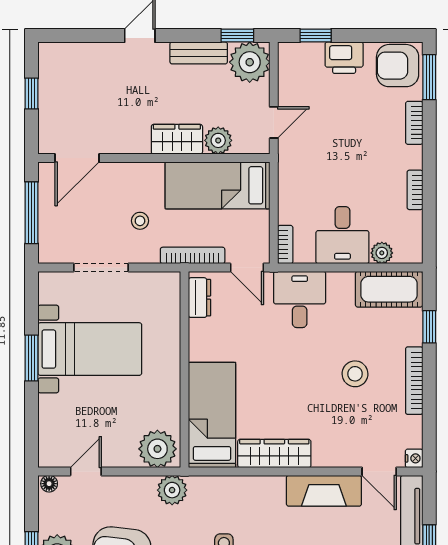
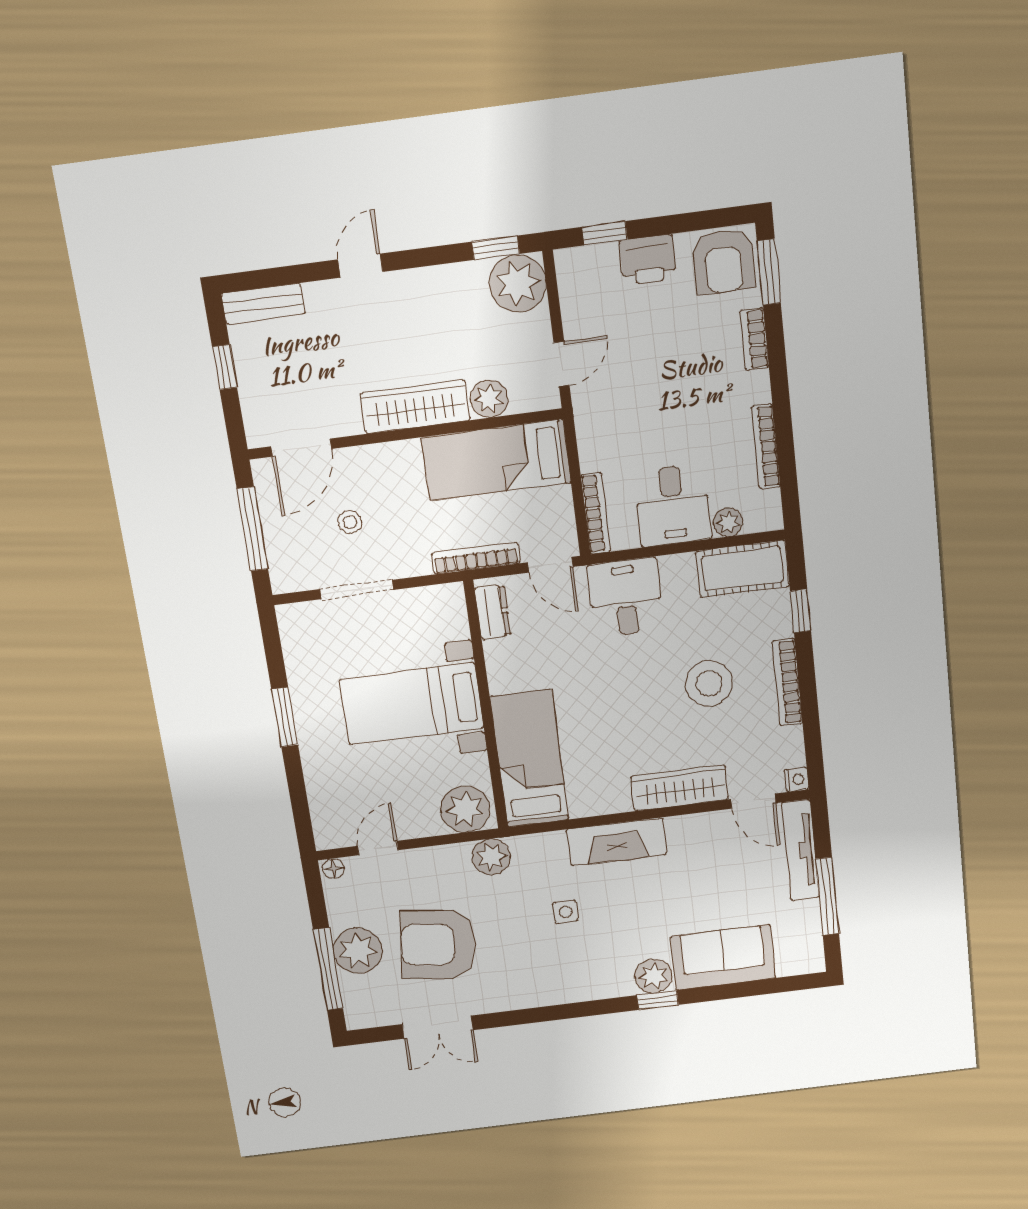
bench: (199, 53) -> (263, 304), moved
armchair: (398, 66) -> (723, 261), turned -90
wardrobe: (177, 139) -> (415, 407), width x1.50
bookcase: (415, 190) -> (766, 447), width x1.56
stool: (140, 221) -> (350, 522), moved
bookcase: (285, 245) -> (596, 513), width x1.56
bed with nightstands: (90, 349) -> (412, 704), moved, turned 180
stool: (355, 374) -> (709, 684), width x1.38, depth x1.38
wardrobe: (274, 453) -> (680, 788), moved
fireplace: (324, 491) -> (616, 842), moved

